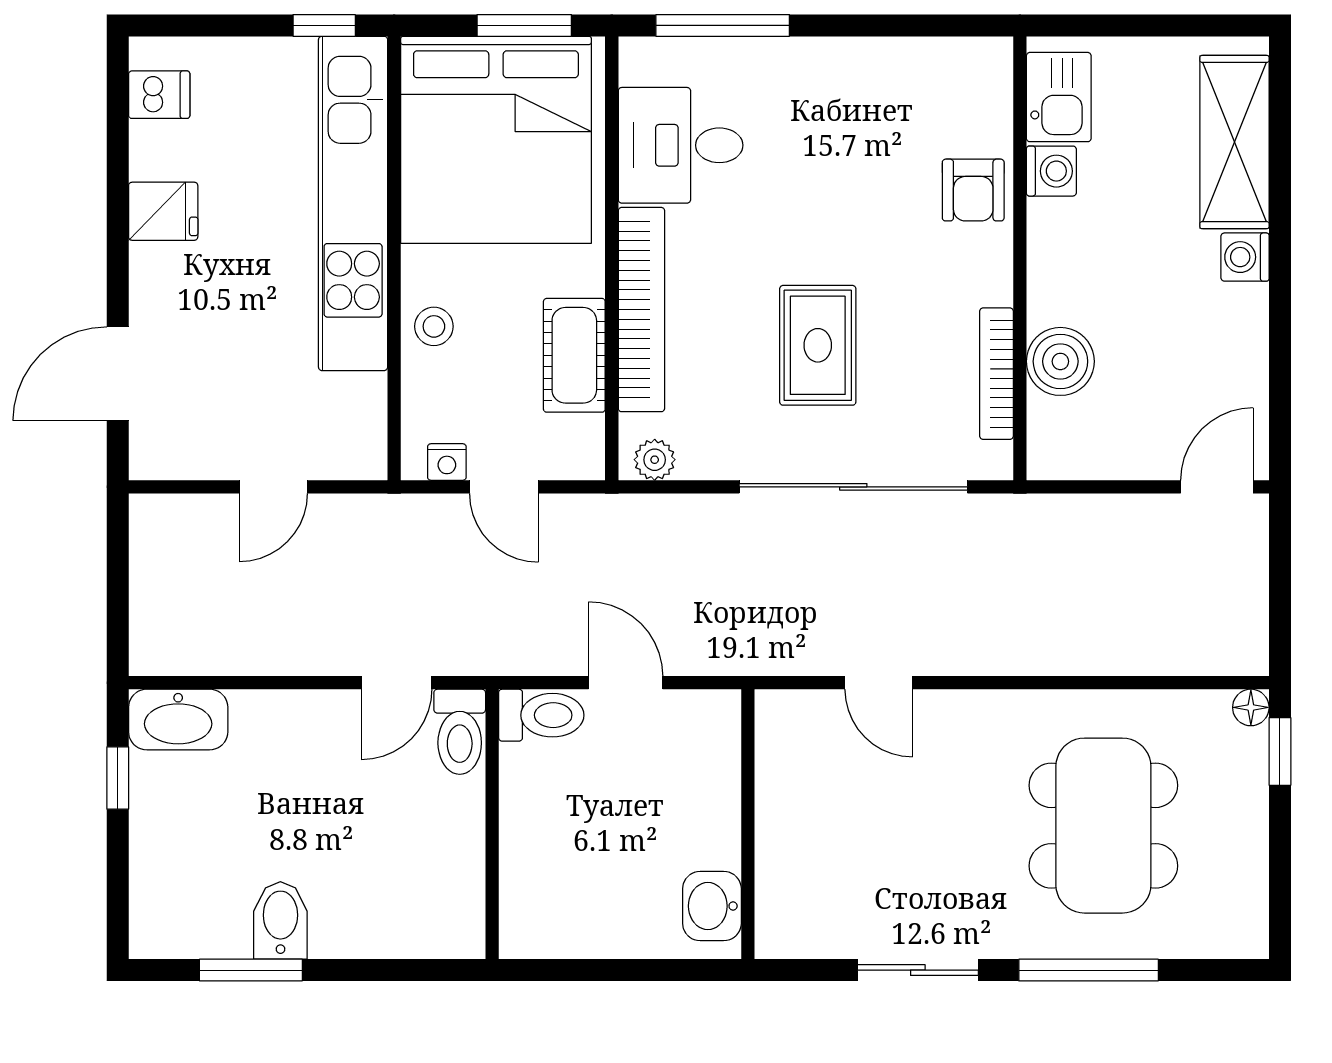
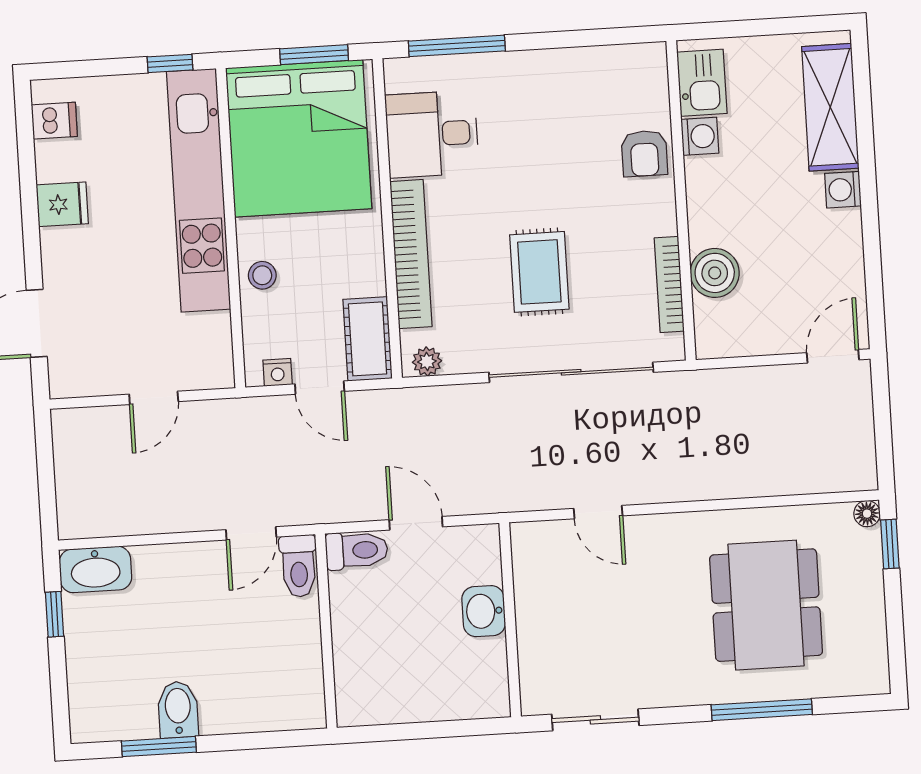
cot: (574, 355) -> (368, 339), moved
washbasin: (712, 906) -> (484, 611), moved
sliding door: (918, 970) -> (595, 720), moved

